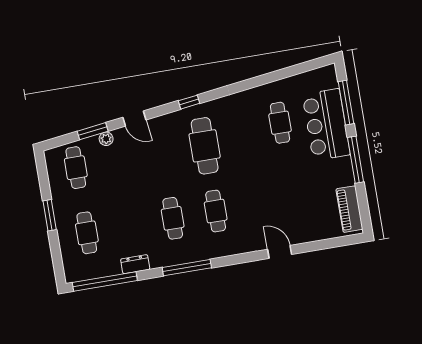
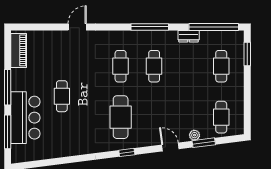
cafe table: (280, 123) -> (62, 96), moved
window: (50, 215) -> (247, 54), moved
door: (280, 252) -> (77, 27), swing flipped

